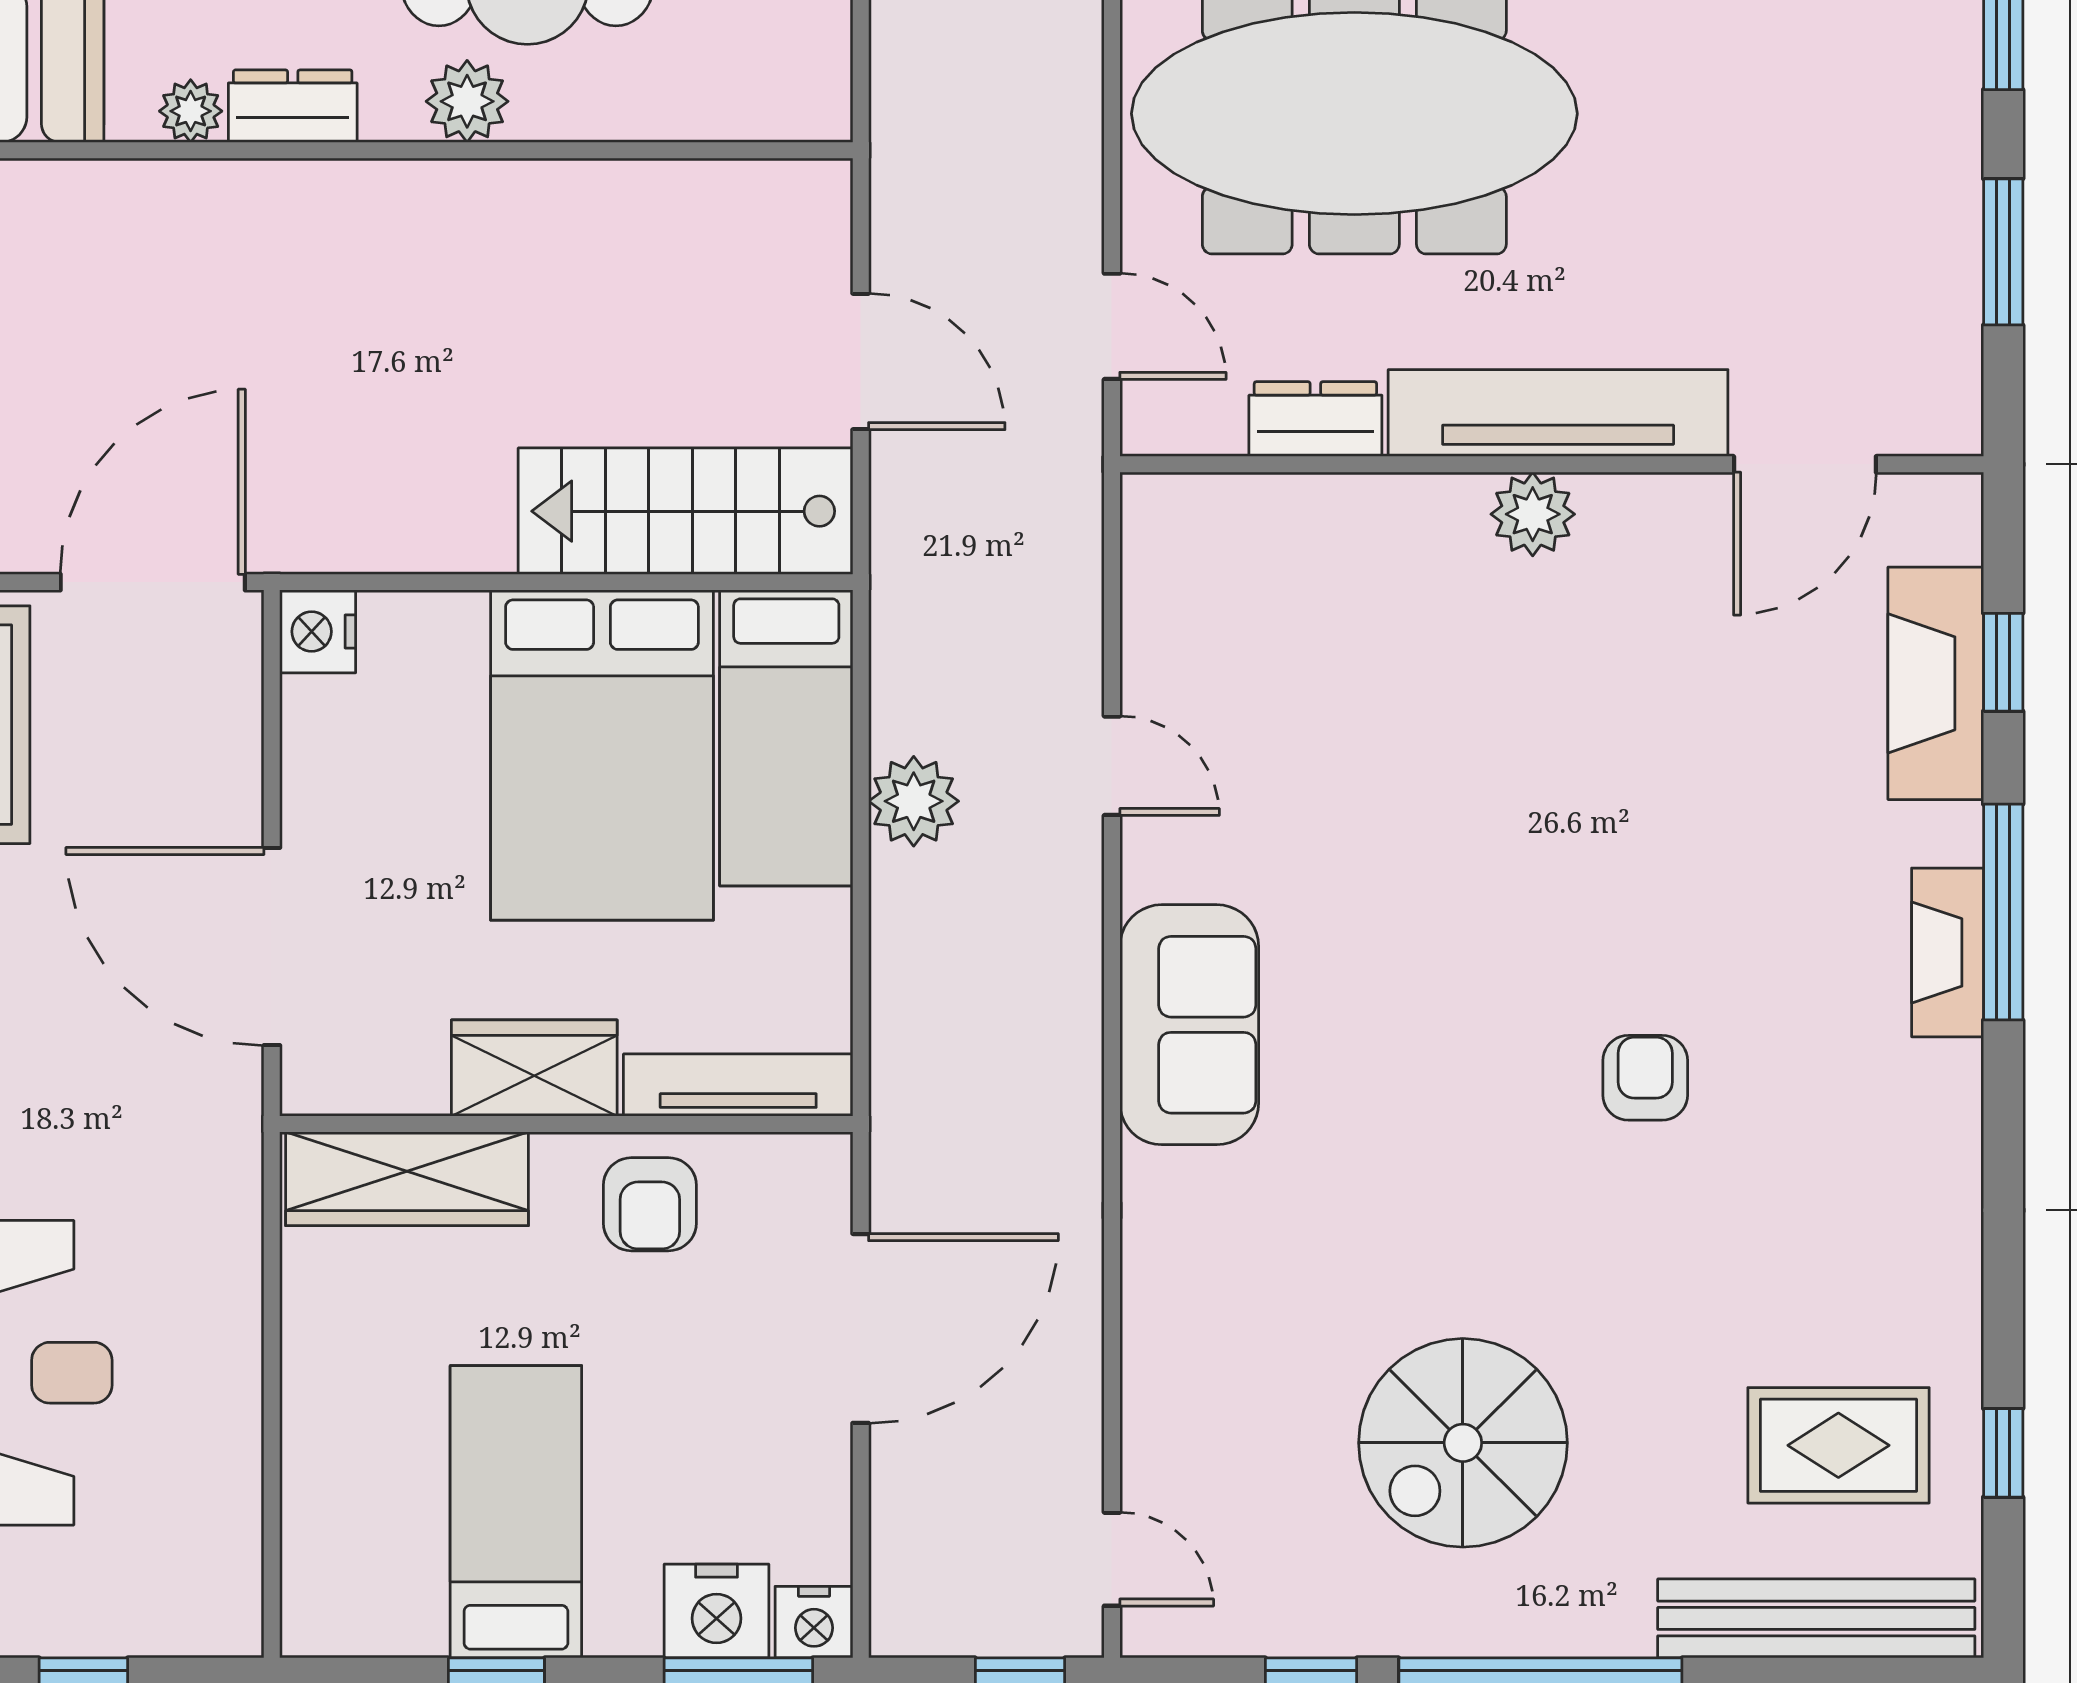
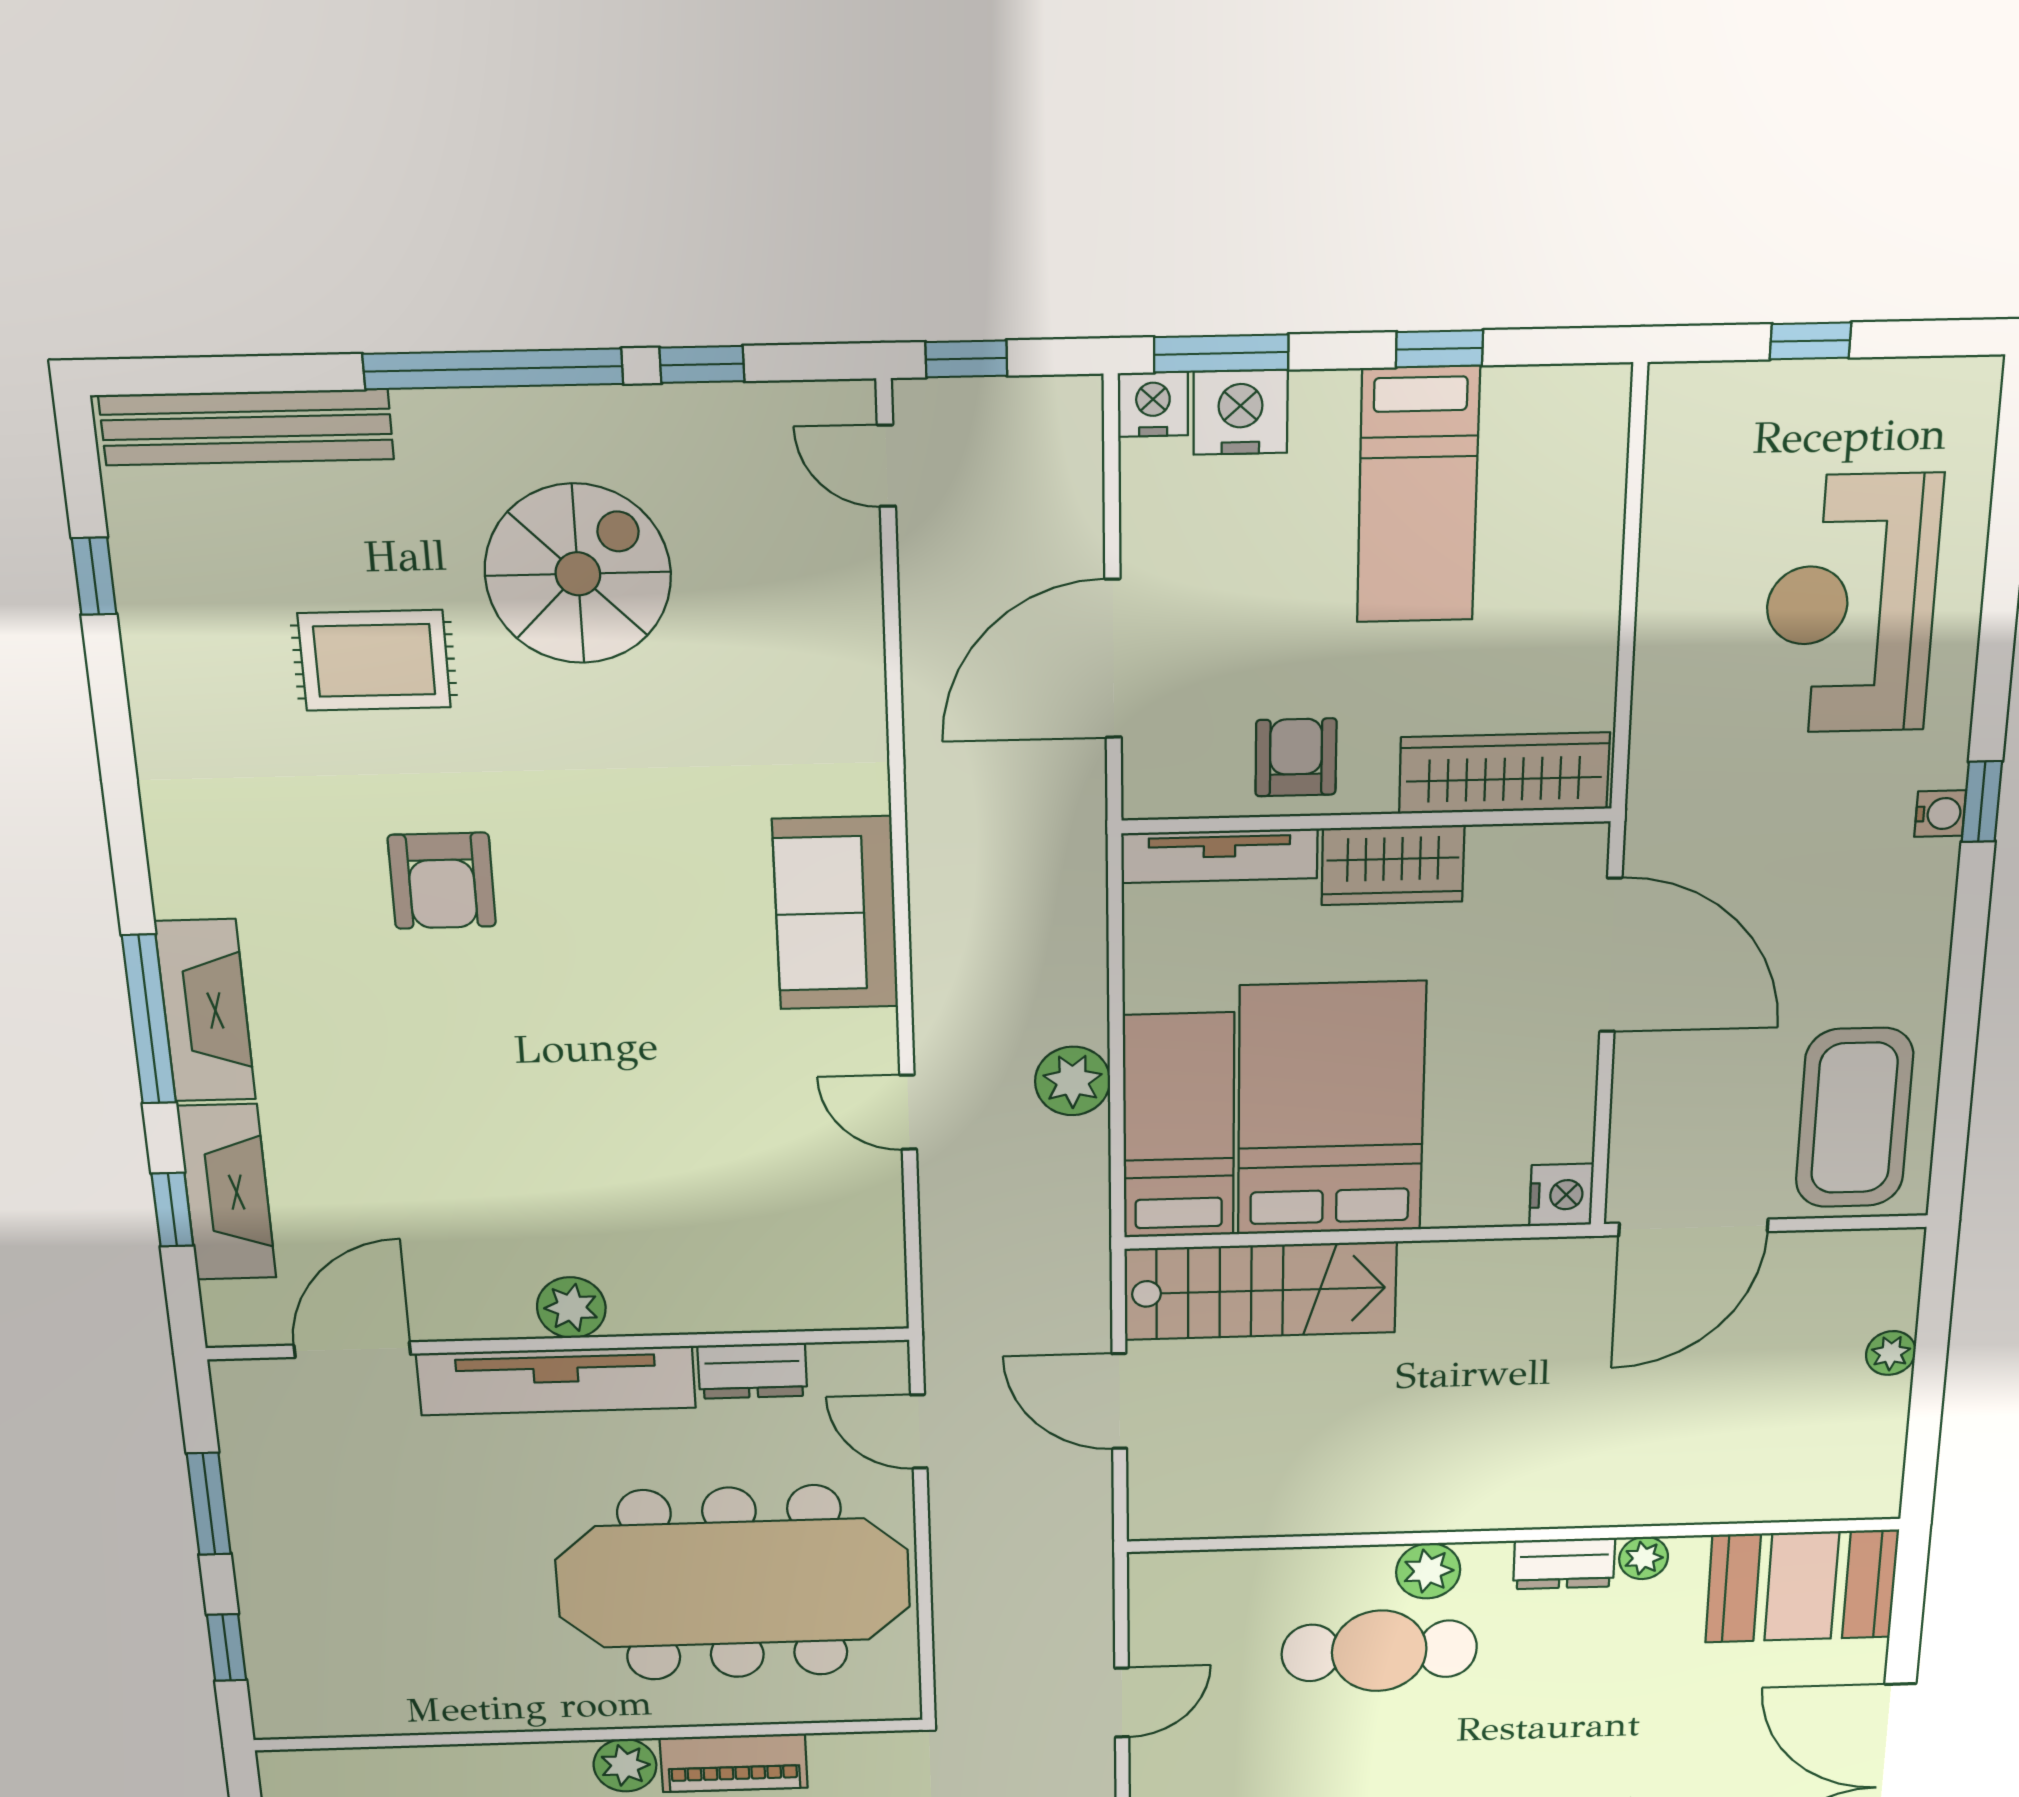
fireplace: (1948, 952) -> (205, 1011), width x1.37, depth x1.32
armchair: (1645, 1078) -> (442, 881), width x1.38, depth x1.38
rug: (1838, 1445) -> (374, 660), moved

